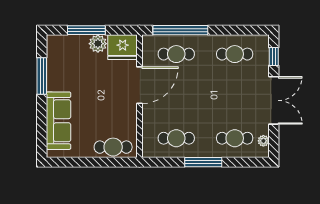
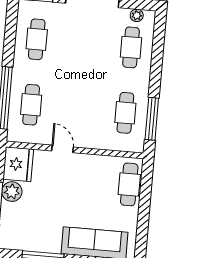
door: (140, 85) -> (63, 149), width x0.53
window: (203, 162) -> (152, 119), moved

